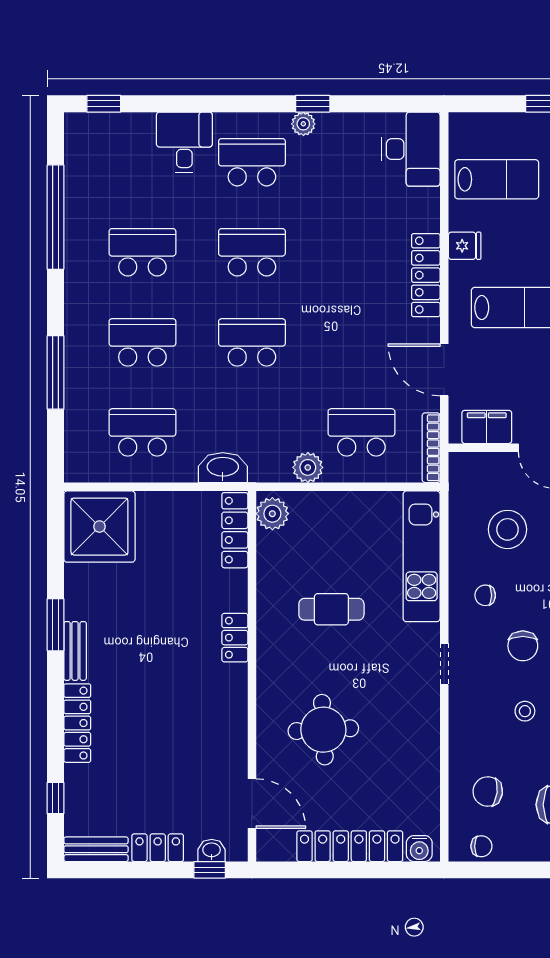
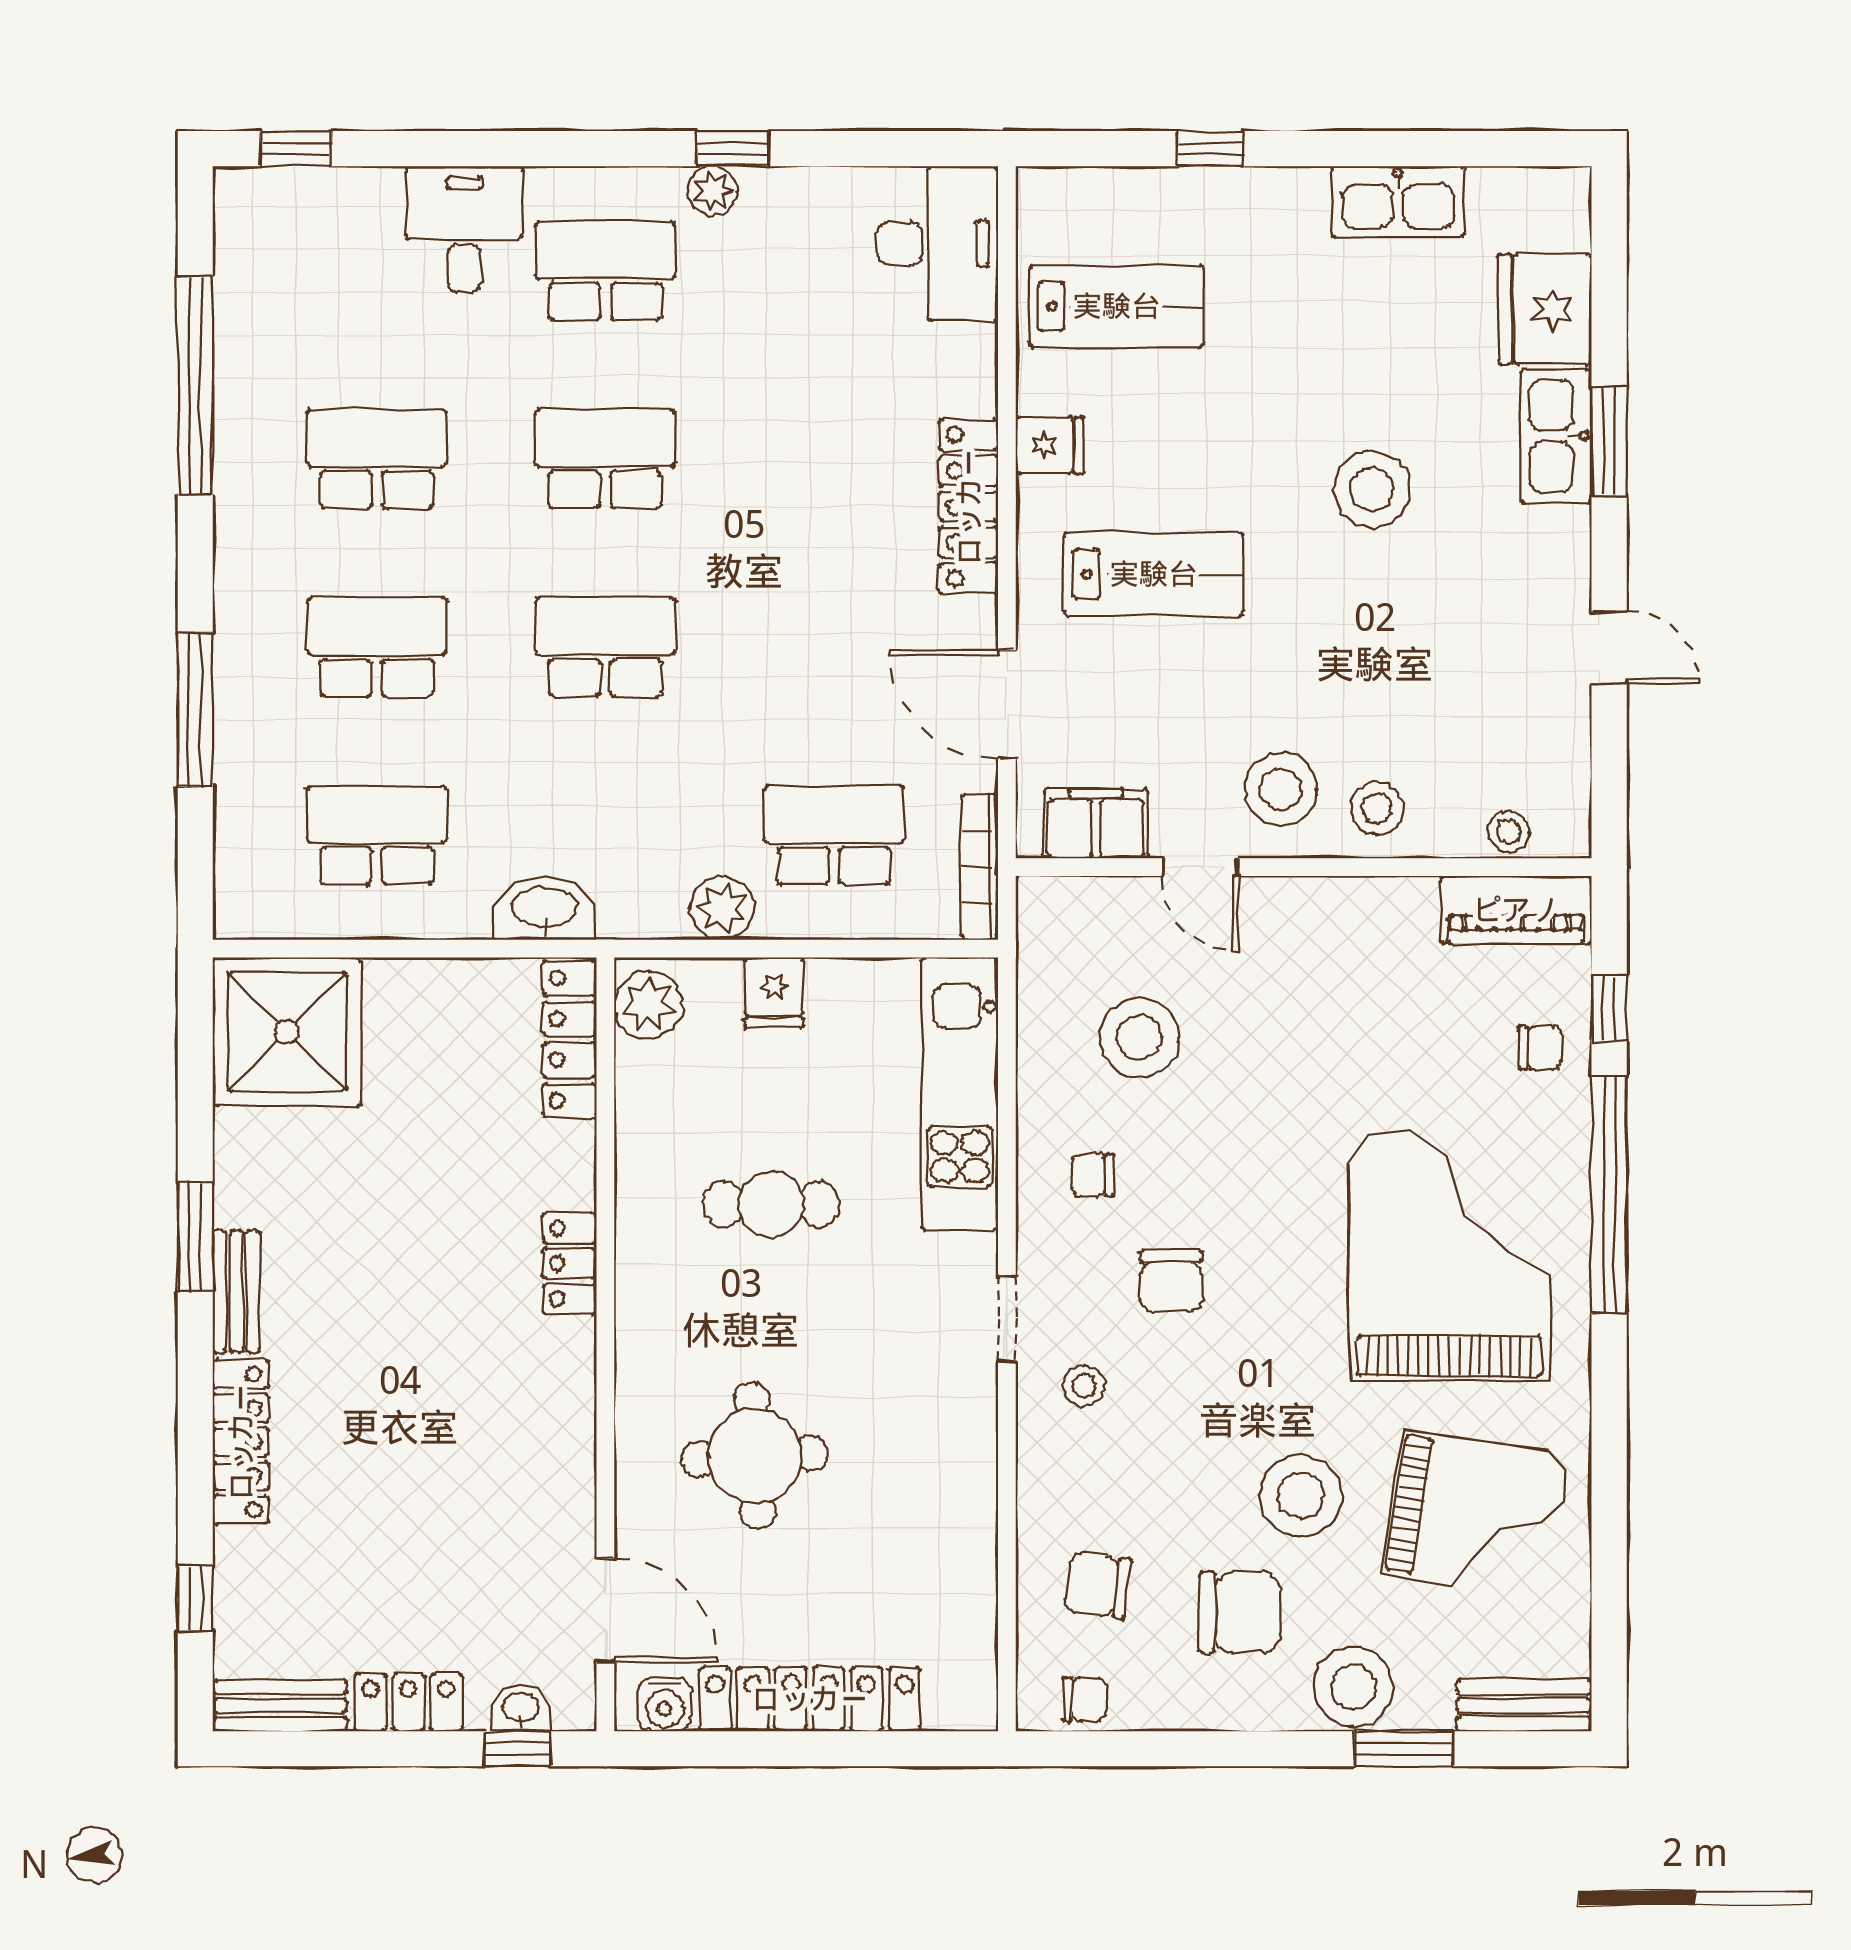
fridge: (333, 508) -> (774, 992), added
stool: (525, 711) -> (1084, 1386), moved
water cooler: (419, 849) -> (665, 1704), moved

